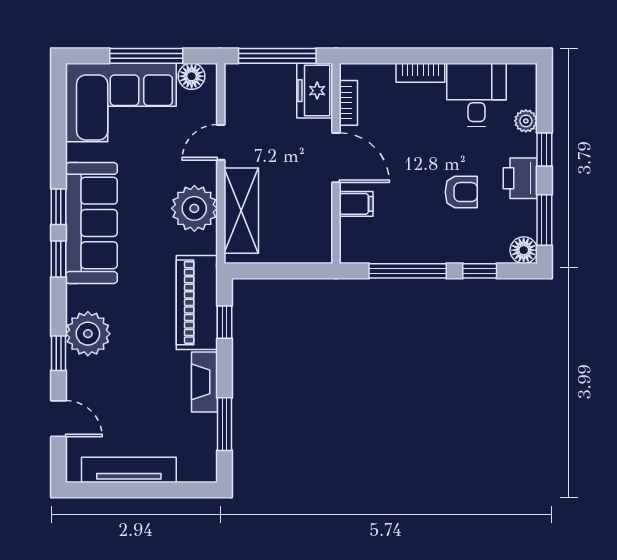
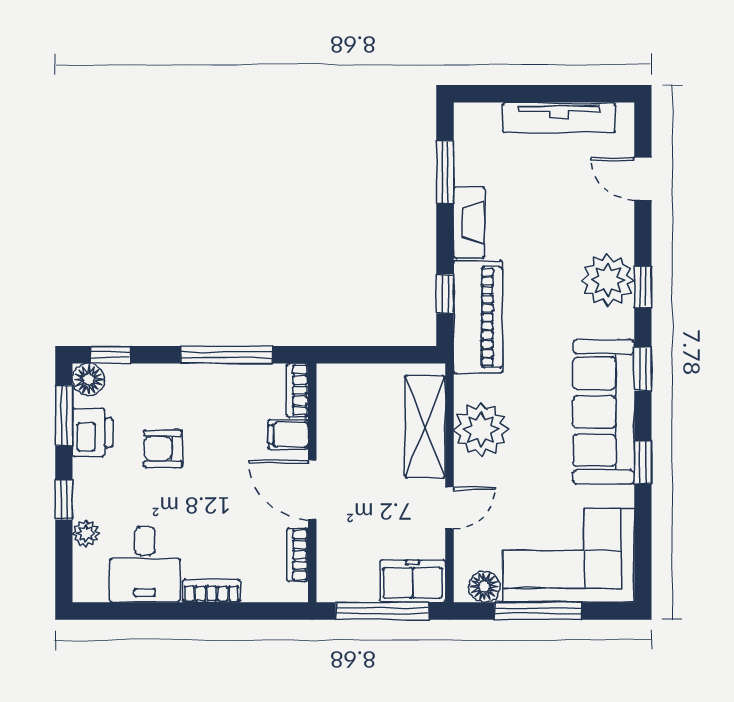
freezer: (315, 91) -> (413, 581), moved, turned -90
printer: (520, 178) -> (93, 433), moved
window: (58, 207) -> (643, 462), moved
bookcase: (348, 241) -> (297, 390), added
window: (480, 271) -> (110, 355), moved
window: (58, 353) -> (643, 287), moved

